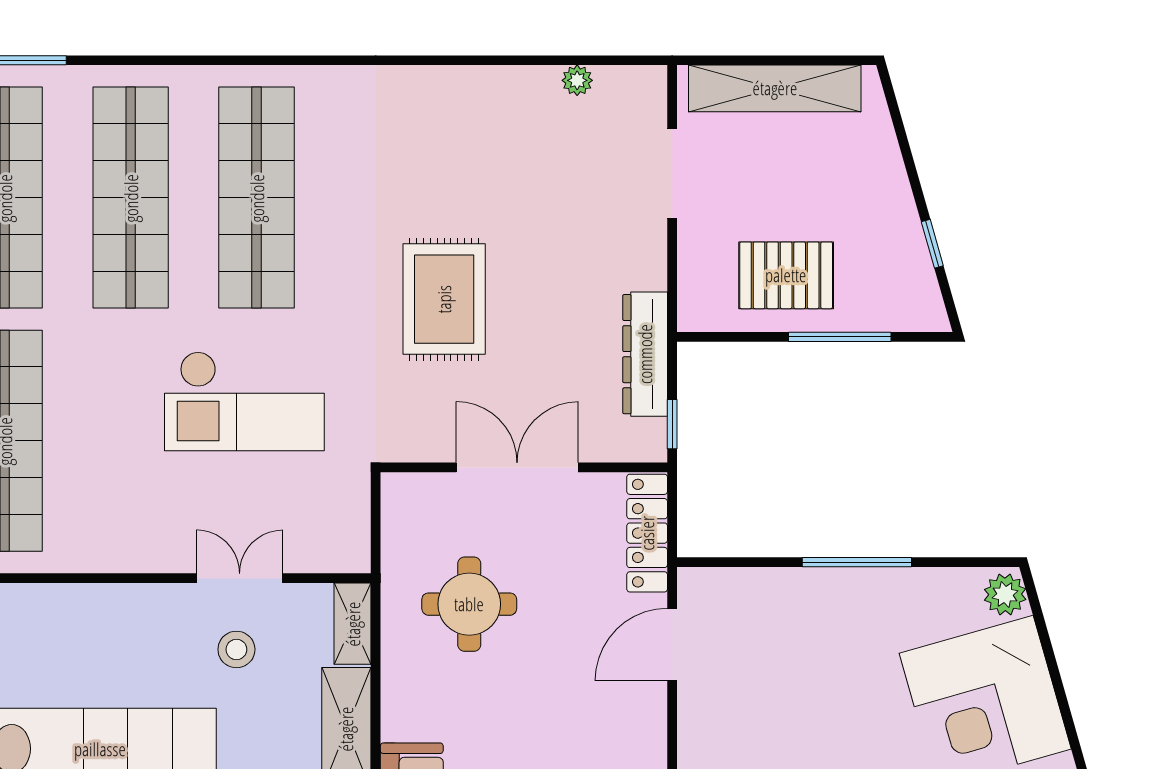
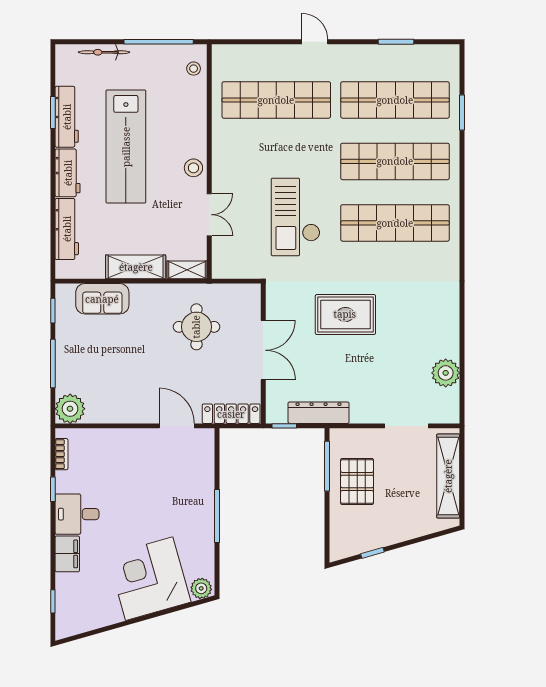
plant: (577, 80) -> (446, 373), width x1.88, depth x1.88
window: (840, 337) -> (327, 466), moved
stool: (236, 649) -> (193, 168), moved

